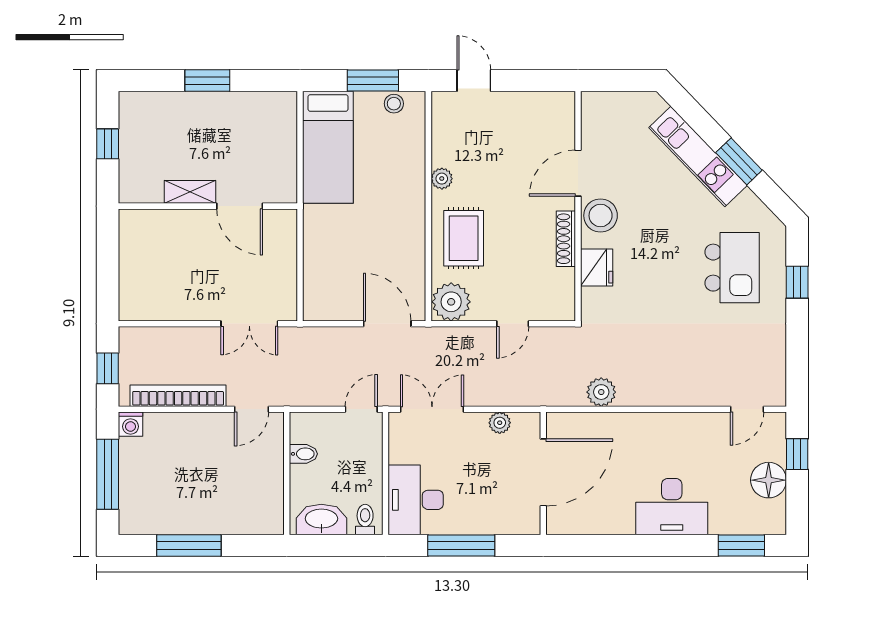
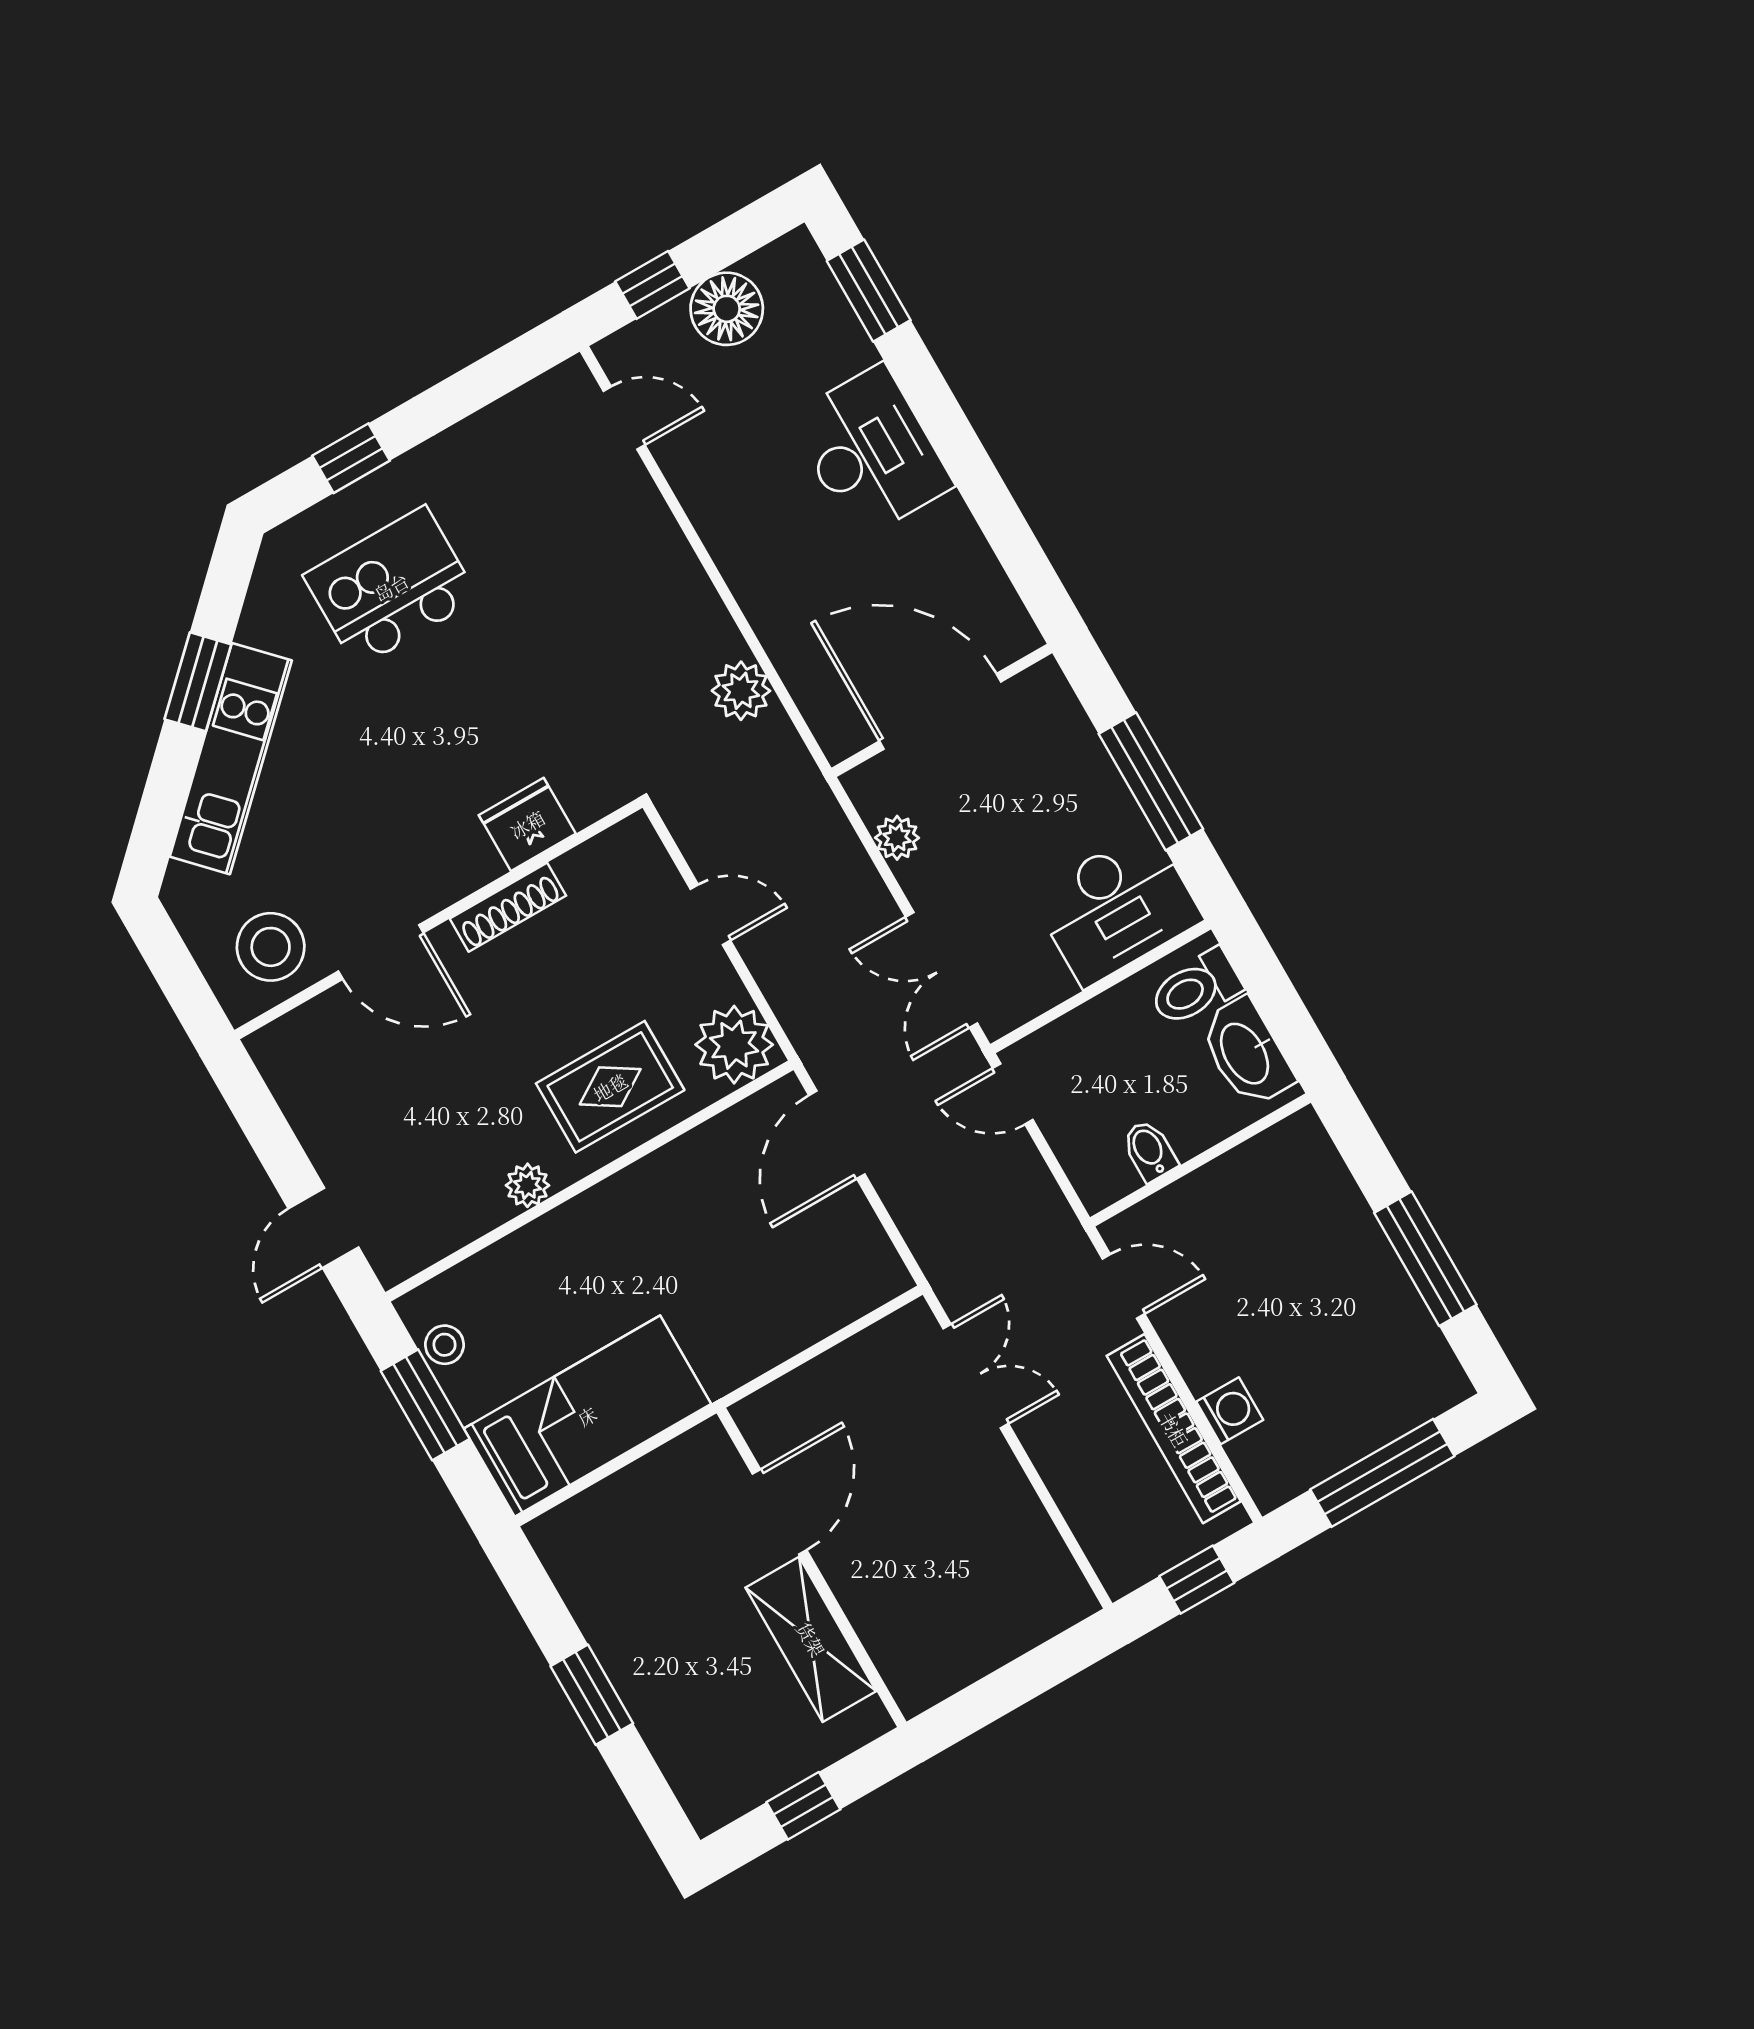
shelving: (190, 192) -> (811, 1639), width x1.50, depth x1.33
stool: (601, 216) -> (271, 947), moved
washing machine: (131, 424) -> (1230, 1411), moved
toilet: (365, 520) -> (1195, 988), width x1.37, depth x1.39

